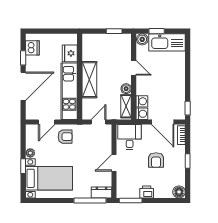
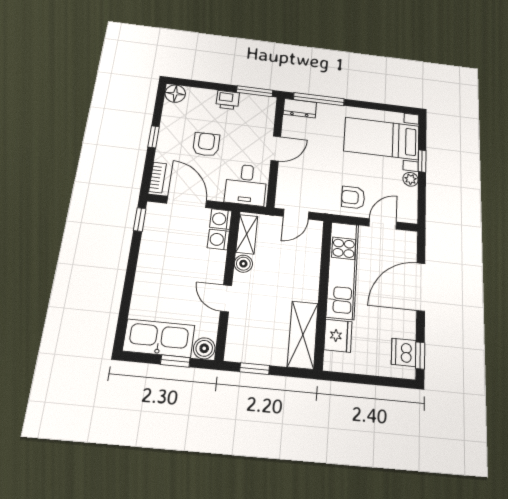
window: (23, 58) -> (420, 356), moved
shelving: (89, 80) -> (303, 335), moved

